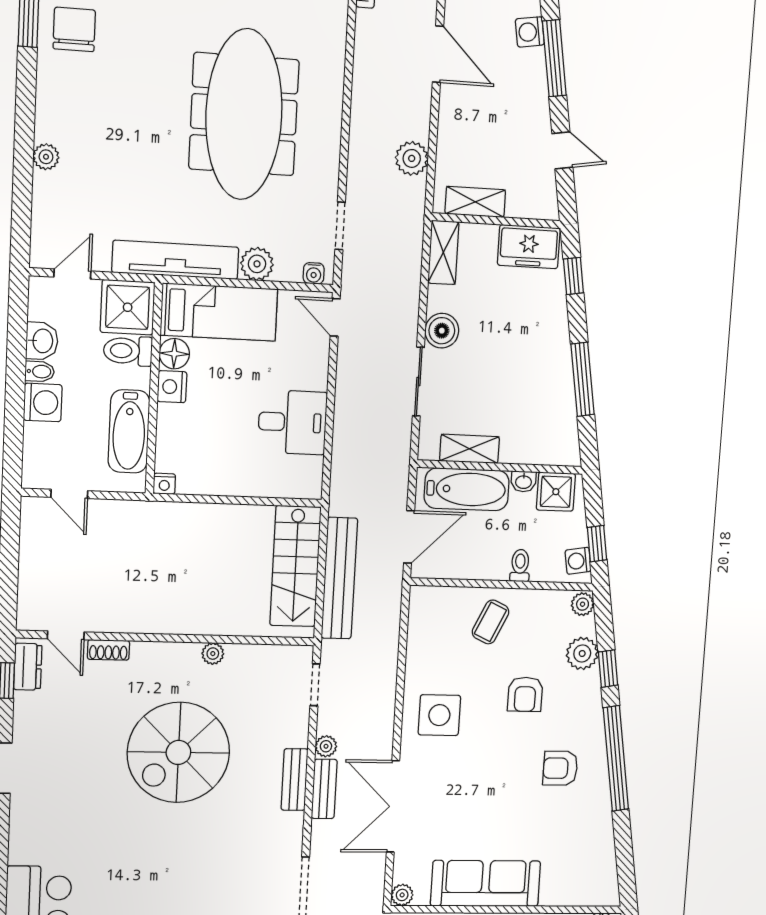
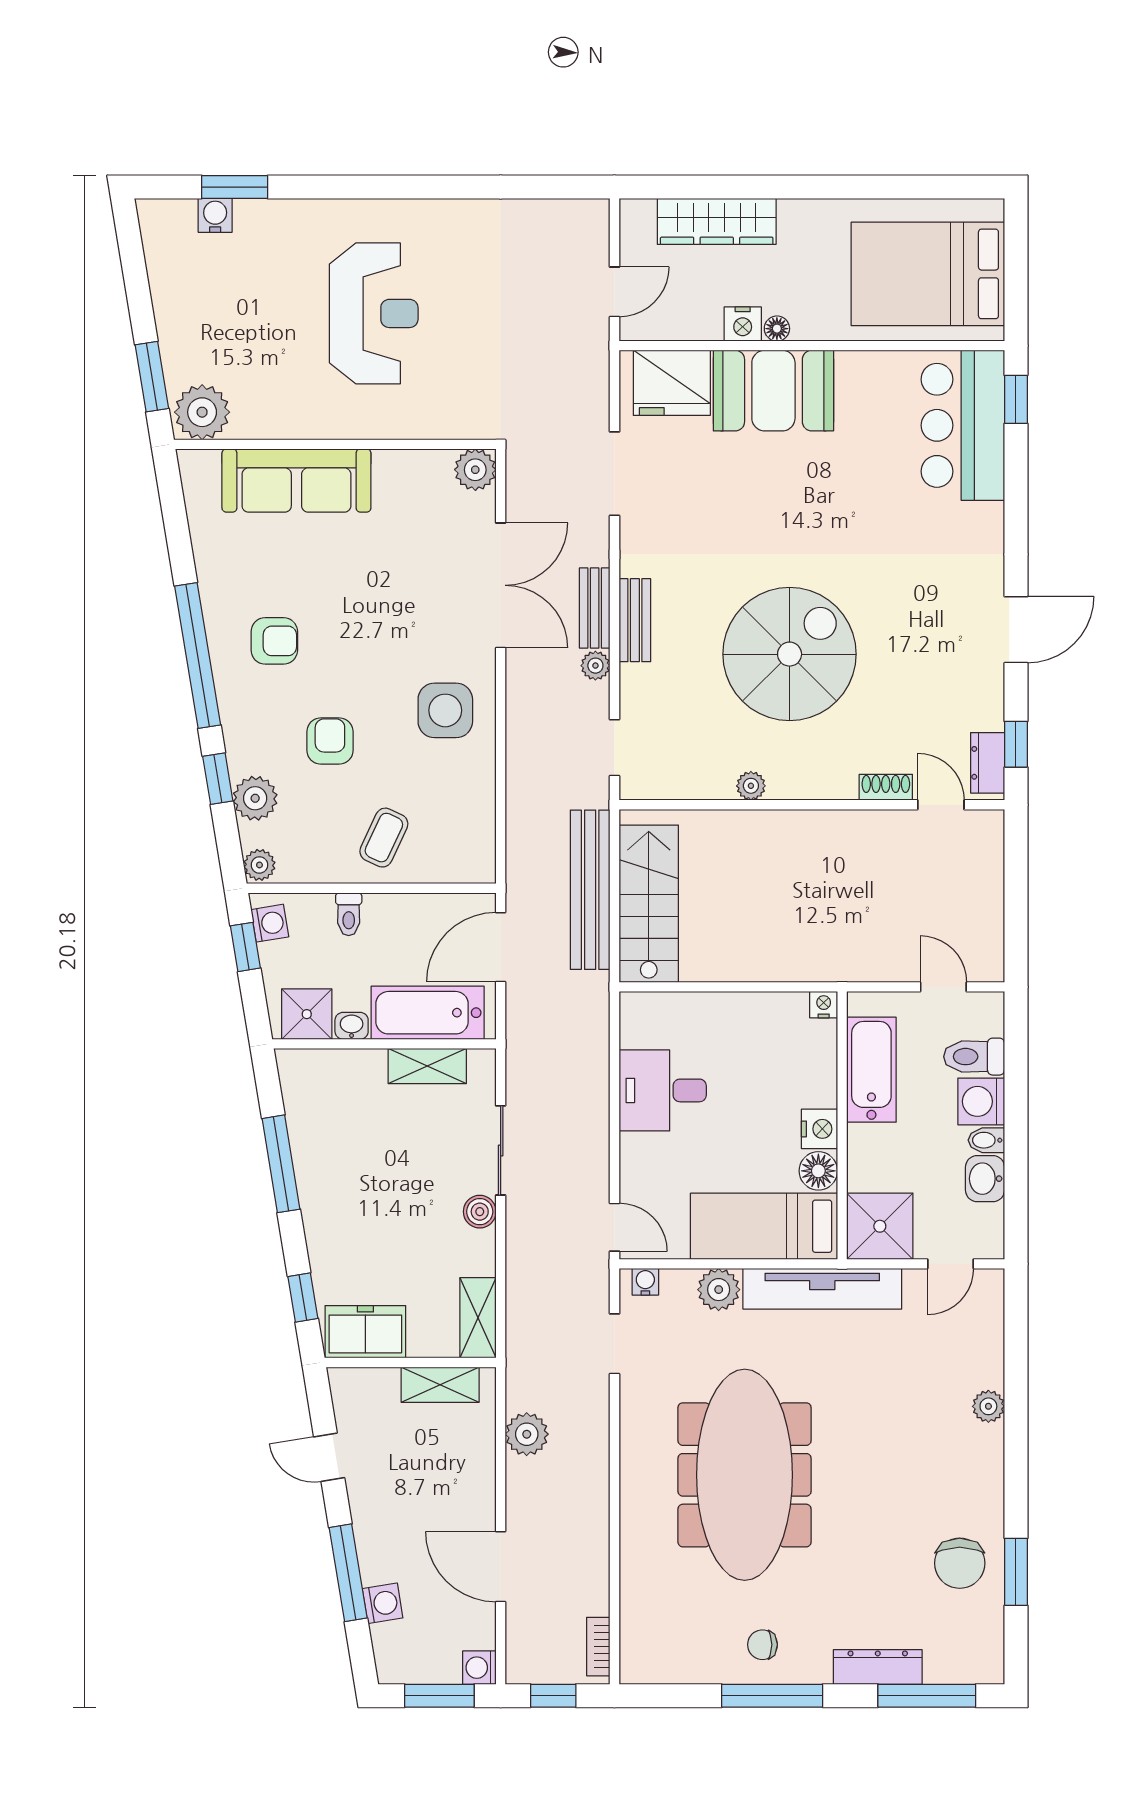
boiler: (442, 331) -> (480, 1212), width x0.73, depth x0.73
toilet: (128, 351) -> (974, 1057), moved, turned 180
sofa: (486, 883) -> (296, 481), moved
plant: (402, 895) -> (475, 470), width x1.38, depth x1.38

